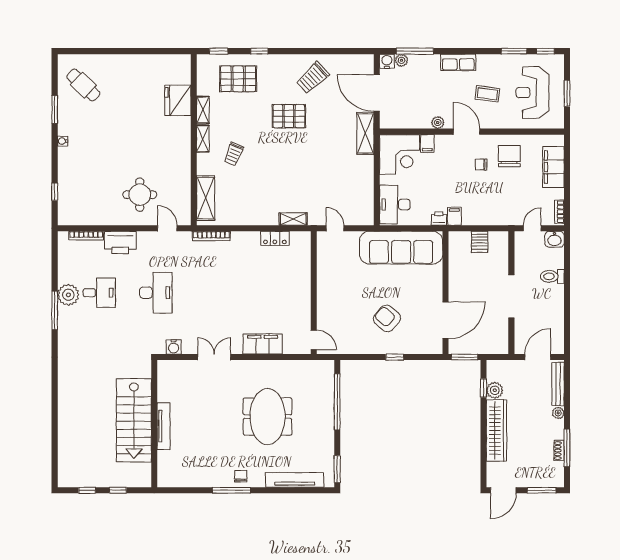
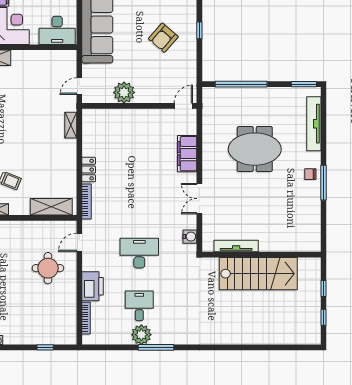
locker: (275, 238) -> (89, 170), moved
plant: (328, 276) -> (124, 92), added
tv unit: (164, 426) -> (236, 246), moved

